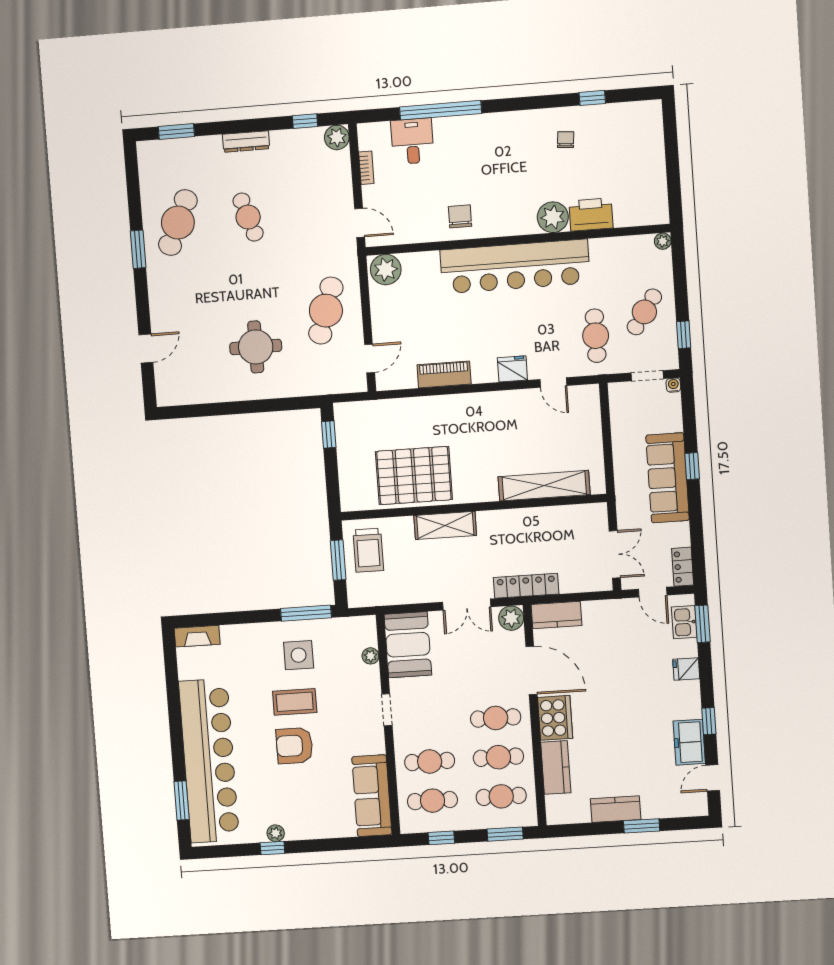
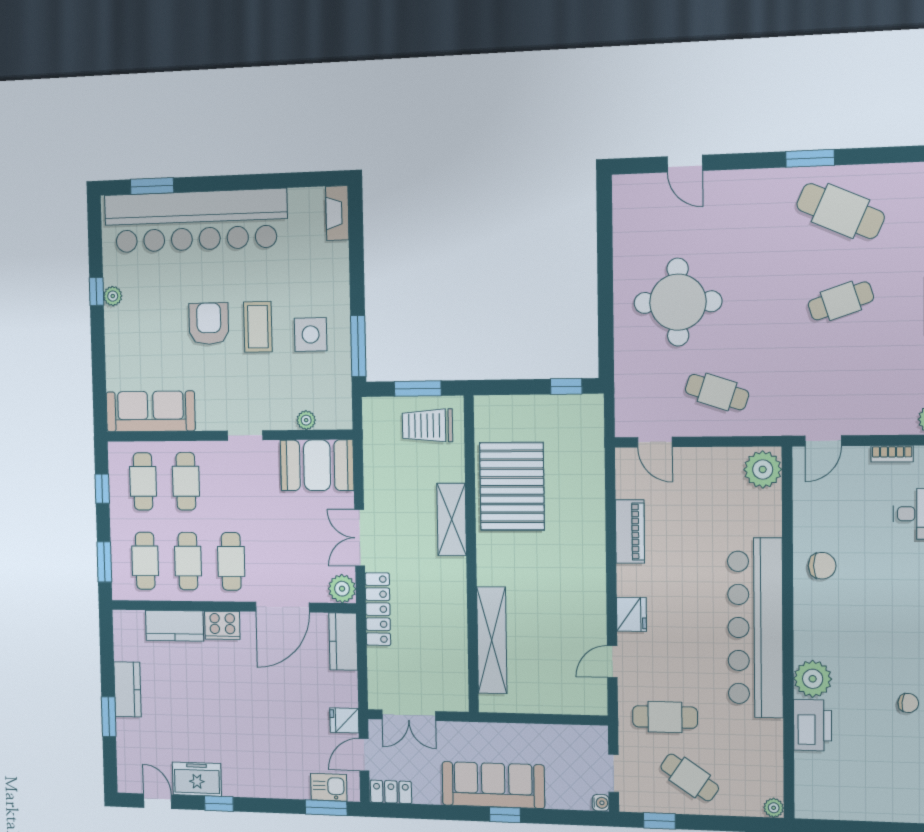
cafe table: (326, 311) -> (717, 392), width x0.73, depth x0.74
round table: (256, 347) -> (678, 302), width x1.36, depth x1.36
fridge: (686, 669) -> (344, 720), moved, turned -90
cooker: (555, 718) -> (222, 625), width x0.73, depth x0.76

